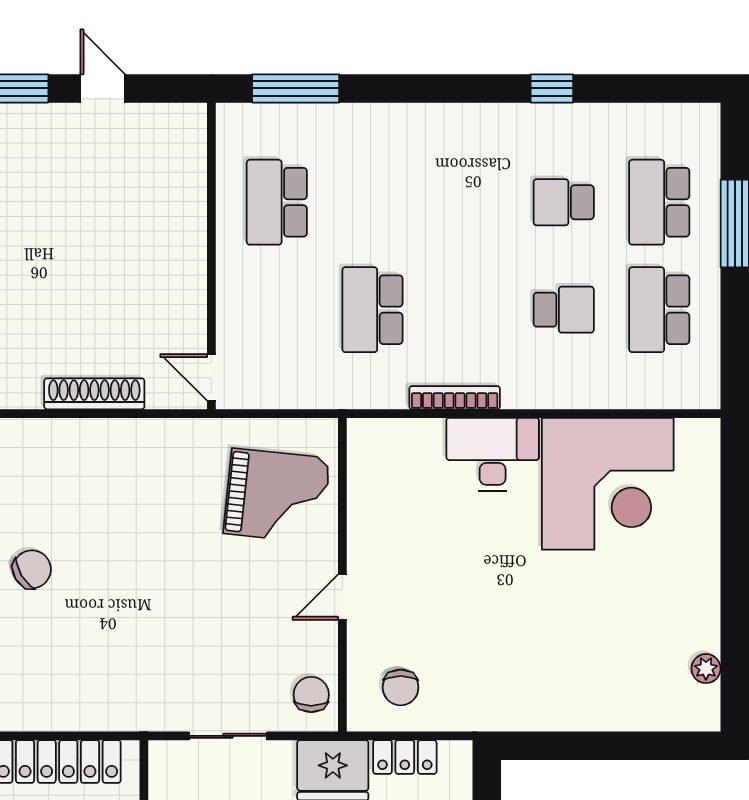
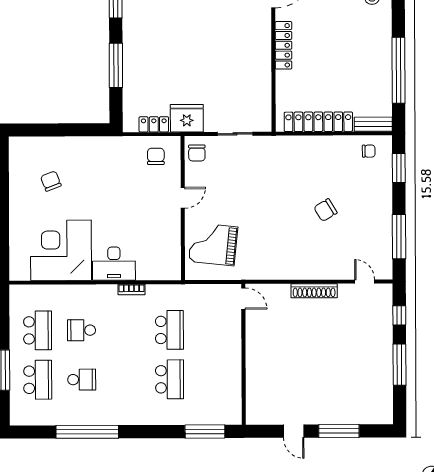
window: (552, 88) -> (87, 432), width x3.17
school desk: (277, 202) -> (170, 379), moved
shoe rack: (94, 394) -> (314, 291), moved
bookcase: (455, 398) -> (131, 290), width x0.64
chair: (629, 634) -> (51, 181), added
plant: (706, 669) -> (16, 166), removed

